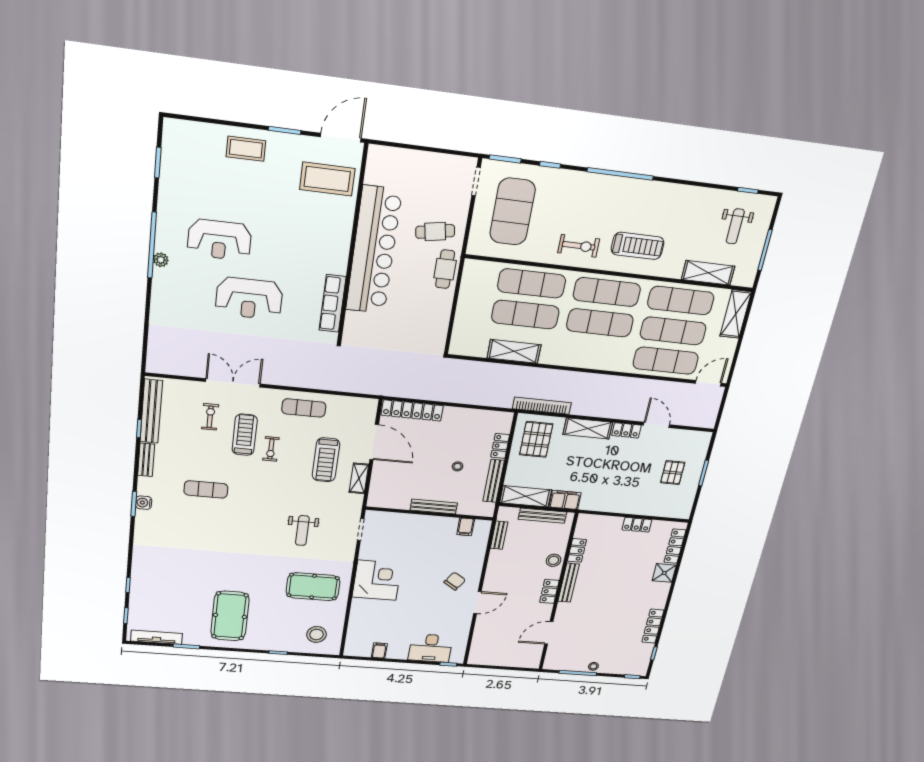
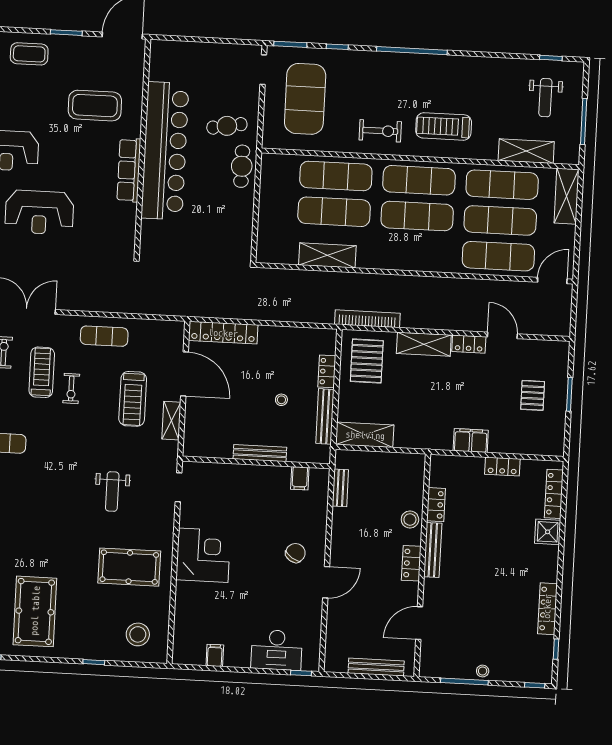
coffee table: (327, 179) -> (95, 106), moved
treadmill: (638, 246) -> (444, 126), turned 180
row of seats: (333, 303) -> (129, 170), moved
filing cabinet: (565, 500) -> (471, 440), moved
bench: (542, 516) -> (376, 667), moved

